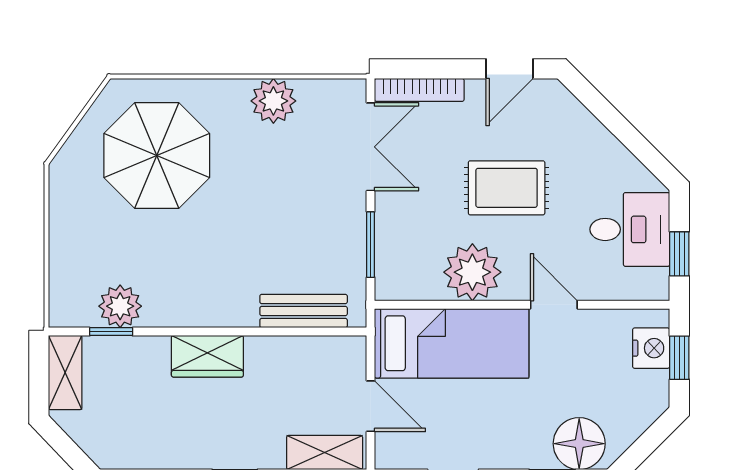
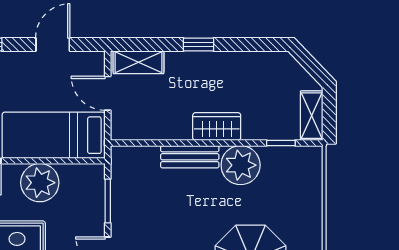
plant: (120, 306) -> (241, 165), moved, width x1.36, depth x1.36
bench: (304, 311) -> (190, 157), moved

